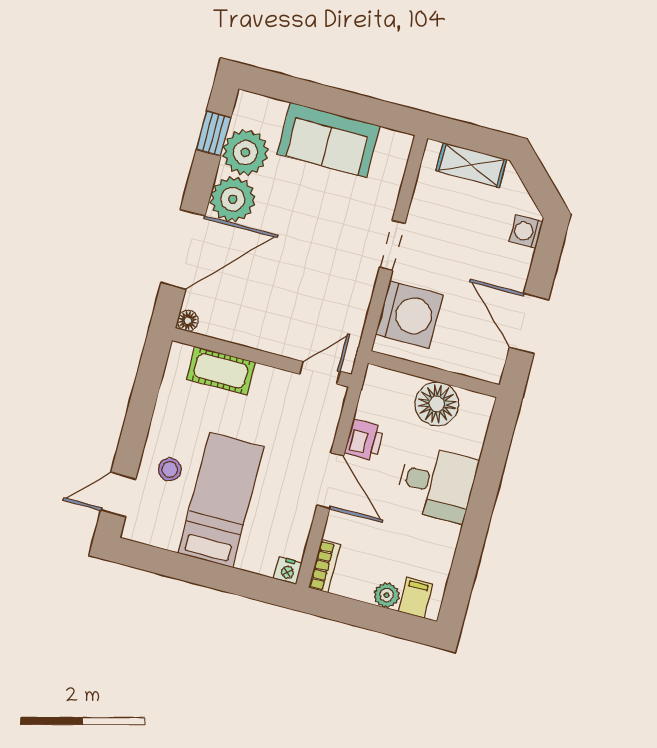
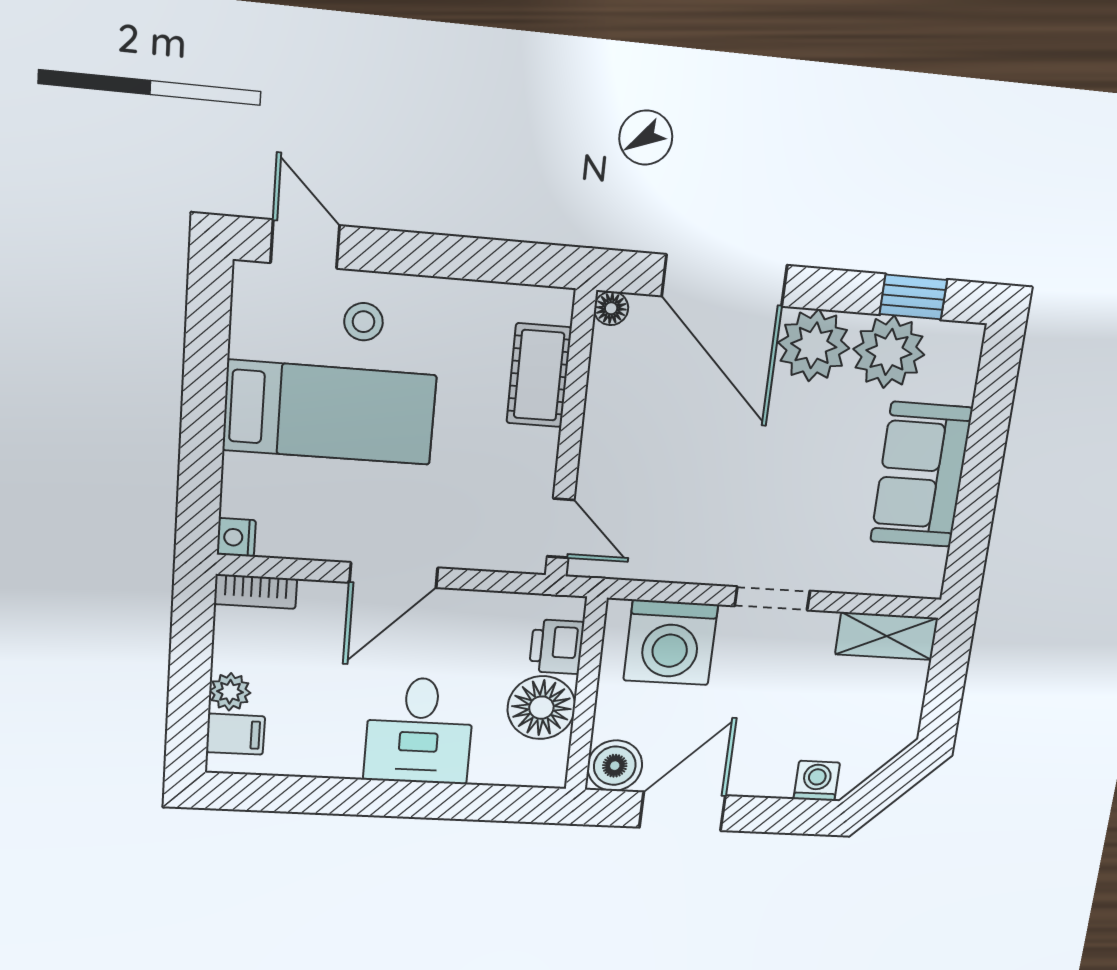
shelving: (471, 165) -> (887, 636), moved, turned 90
boiler: (487, 363) -> (615, 766), added
printer: (364, 440) -> (557, 647), moved, turned 90

